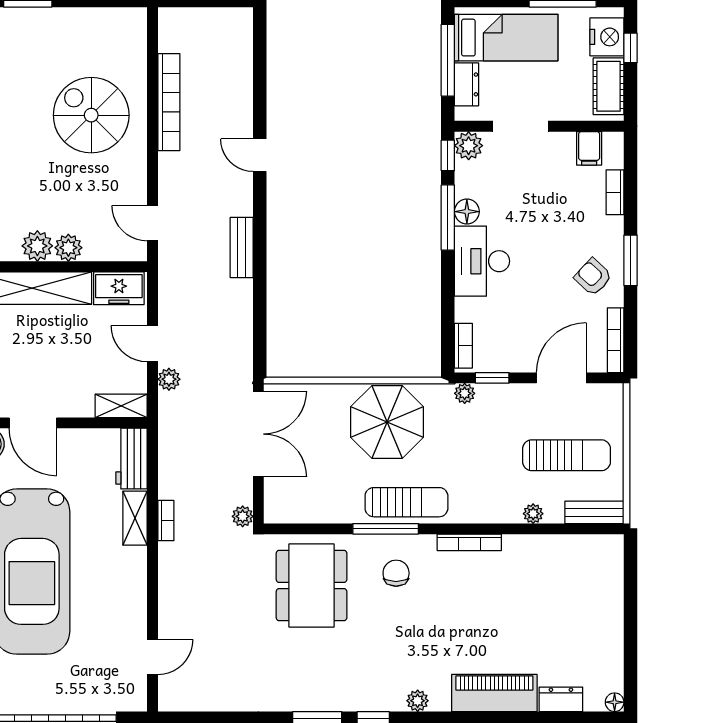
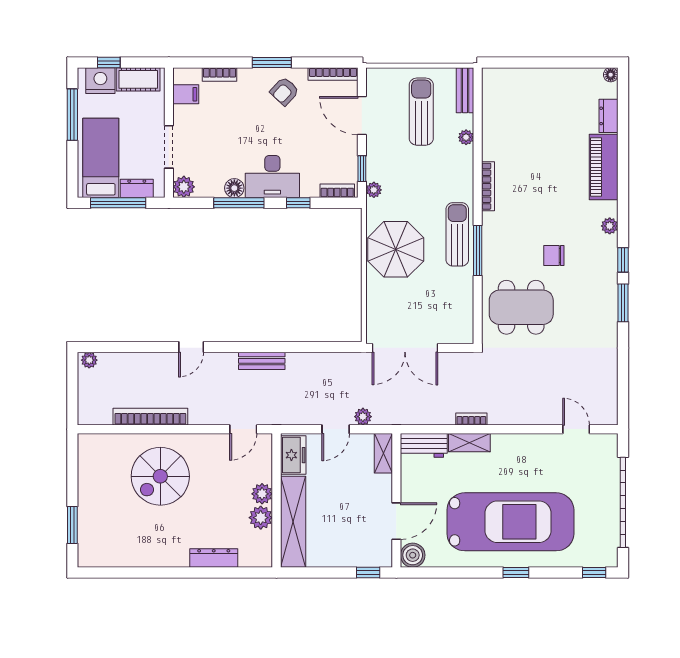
window: (448, 155) -> (298, 203), moved
double door: (258, 434) -> (405, 348), swing flipped
plant: (243, 516) -> (89, 360), moved
chair: (396, 573) -> (554, 255), moved

